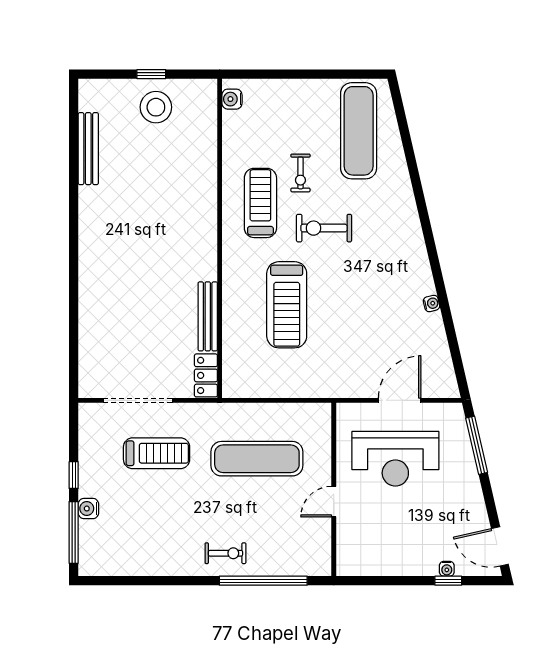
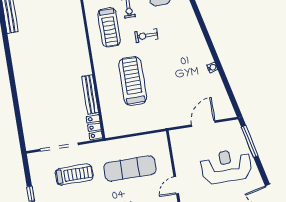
treadmill: (260, 203) -> (109, 27), turned 180
exercise bike: (324, 228) -> (146, 36), width x0.73, depth x0.72
treadmill: (287, 305) -> (133, 81), turned 180
reception desk: (395, 459) -> (226, 166), moved, turned 180

